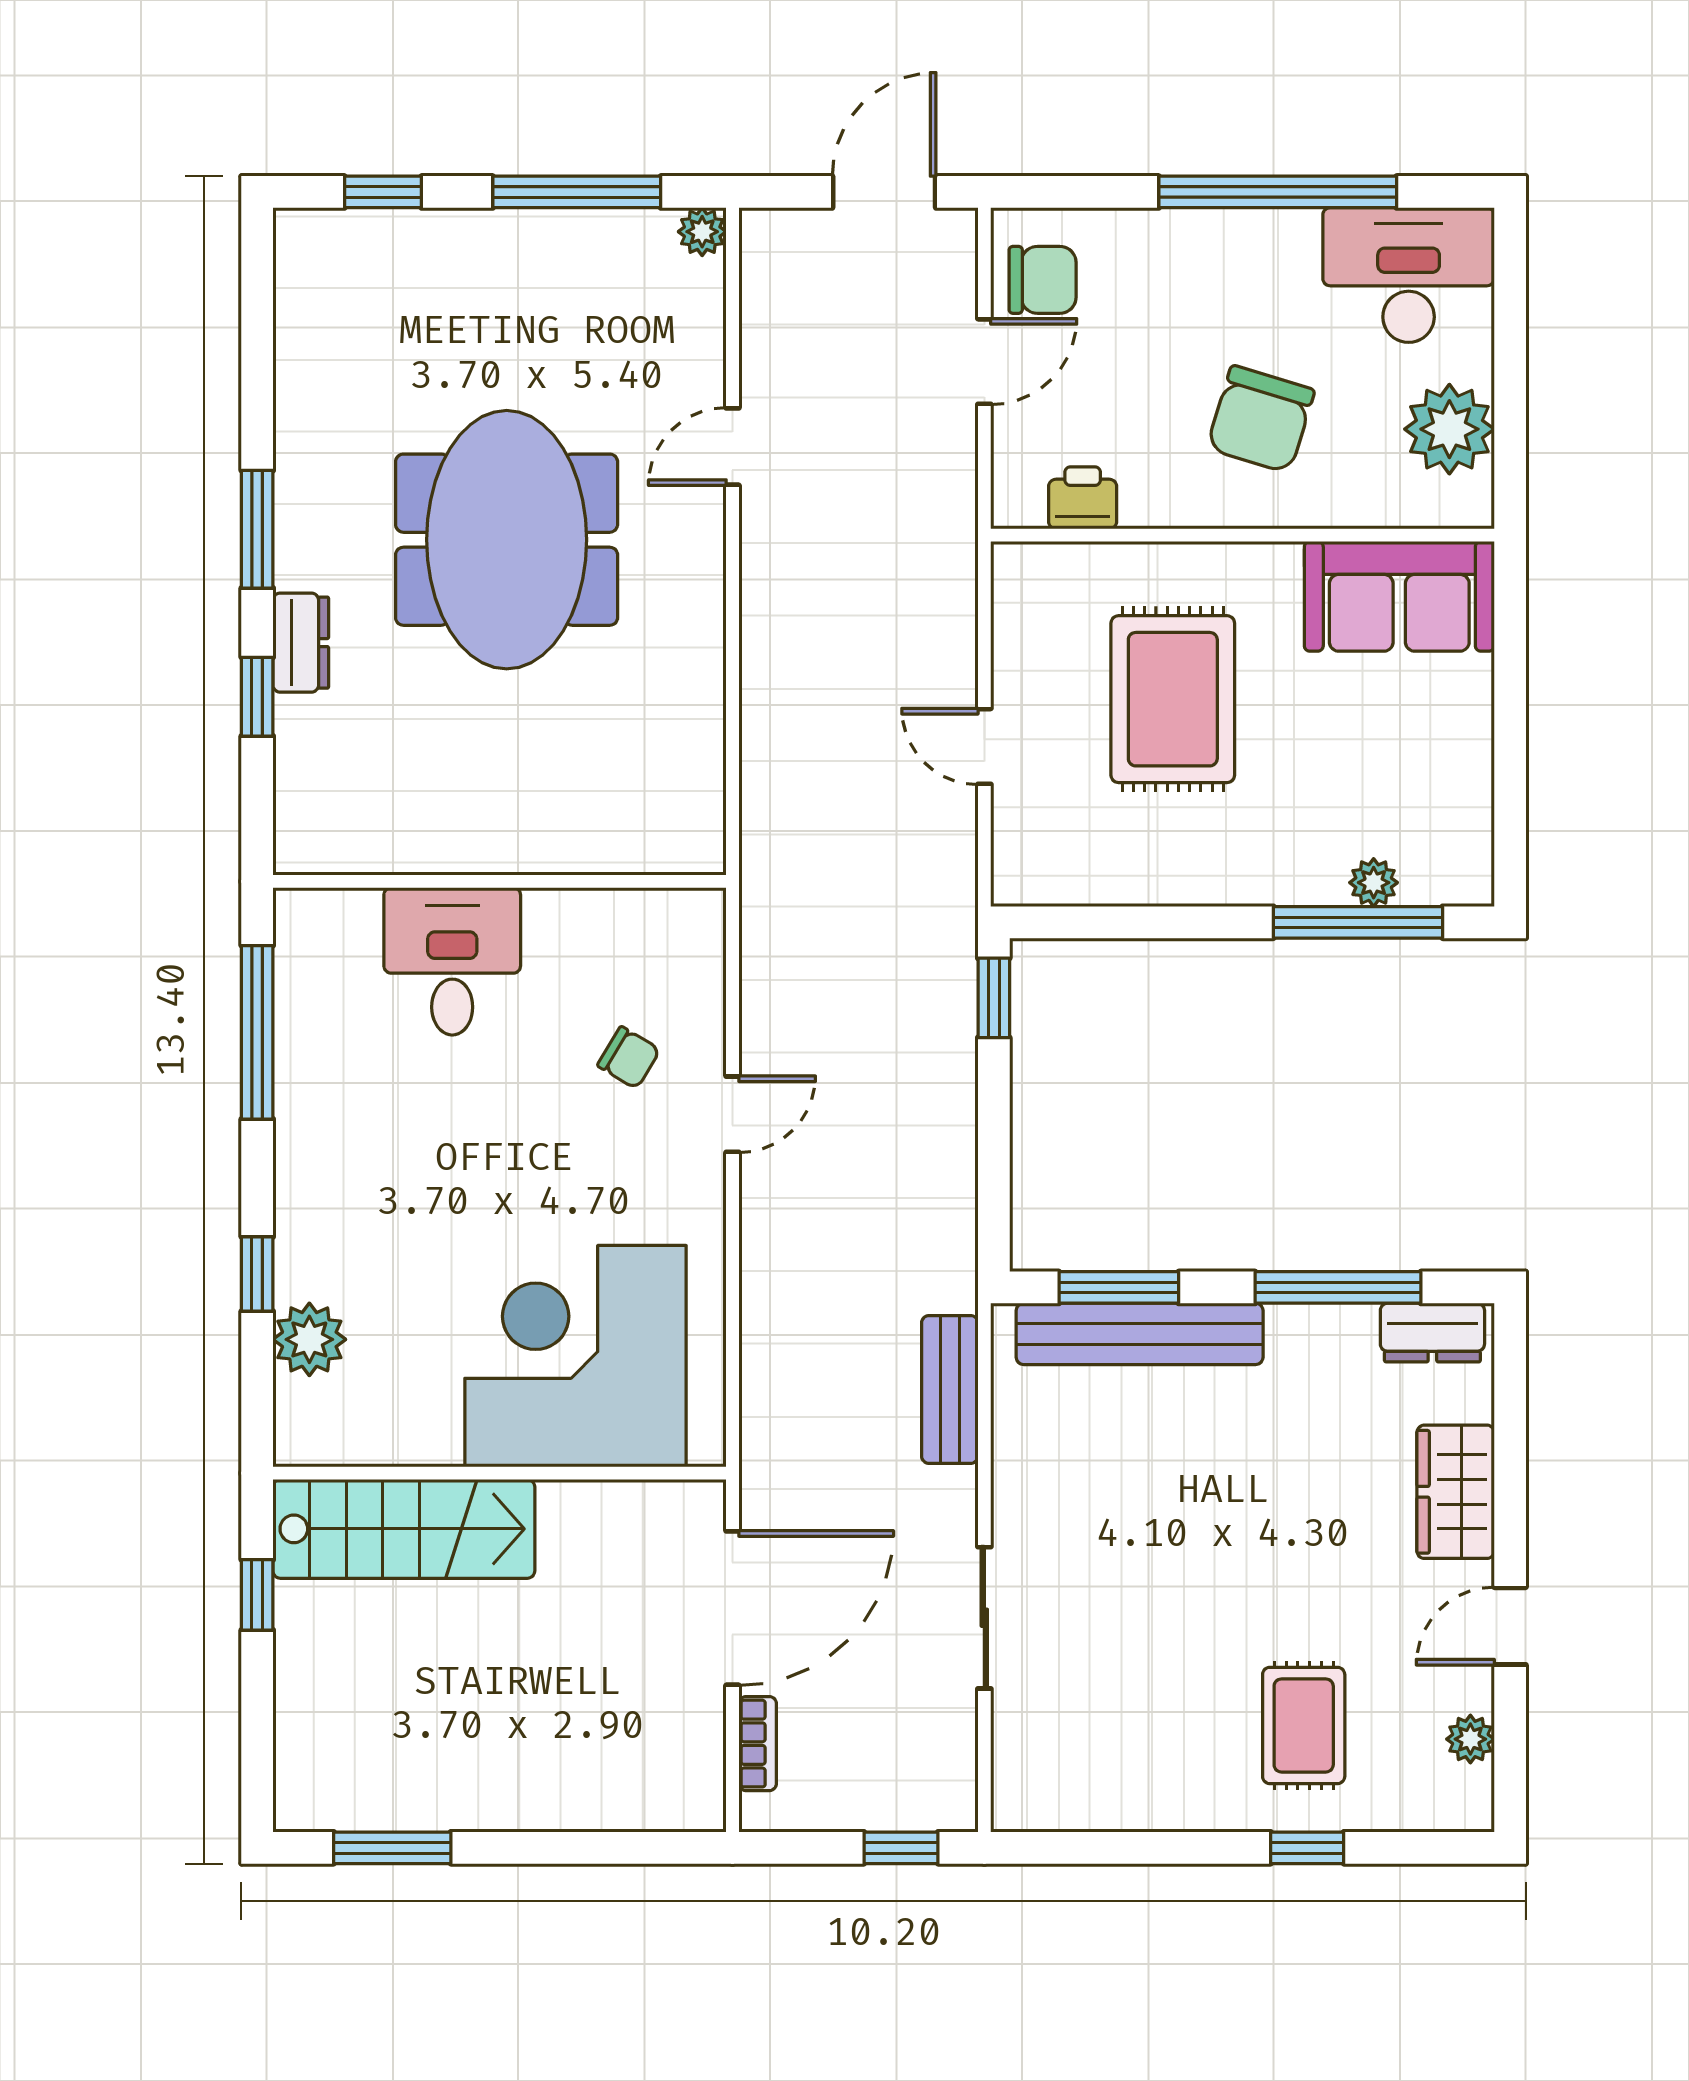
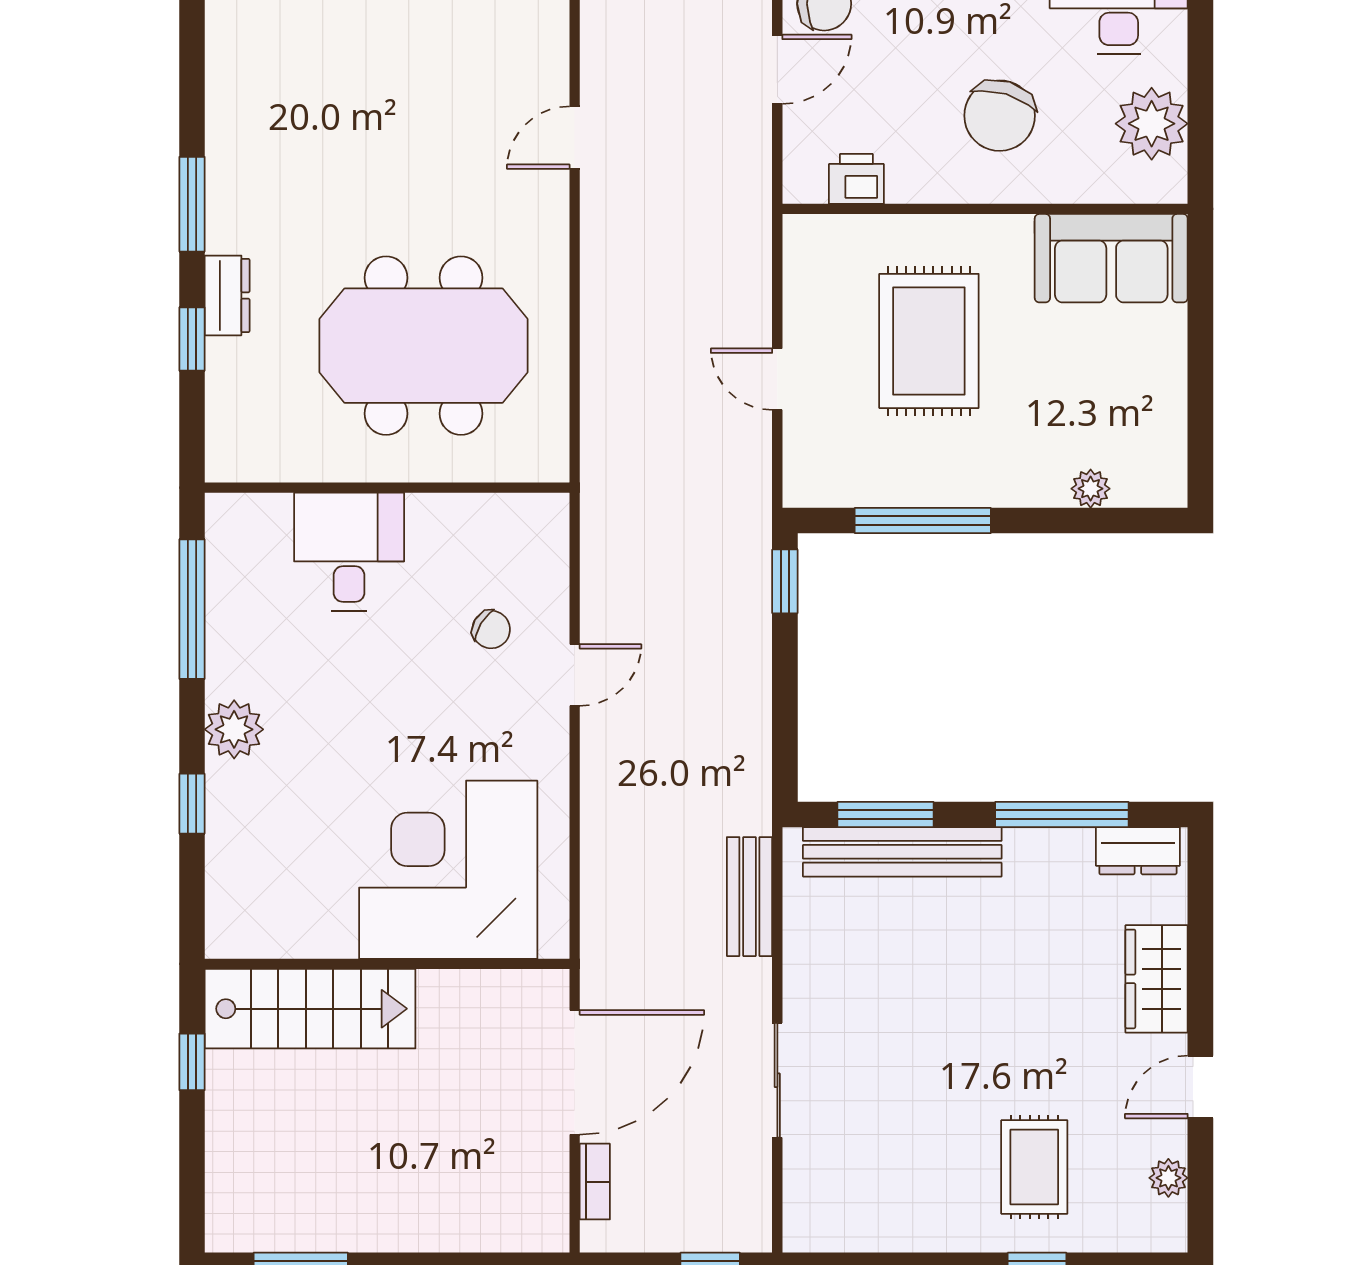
meeting table: (507, 540) -> (424, 346), moved, turned 90
window: (1358, 922) -> (923, 521), moved
plant: (309, 1339) -> (234, 729), moved

